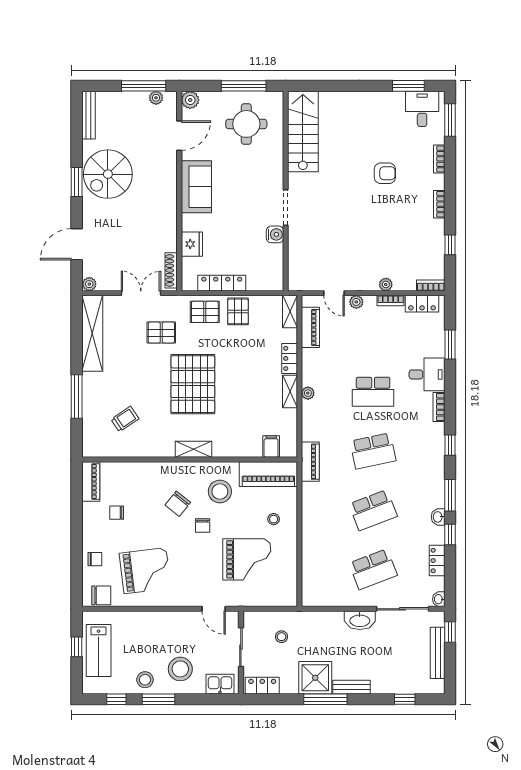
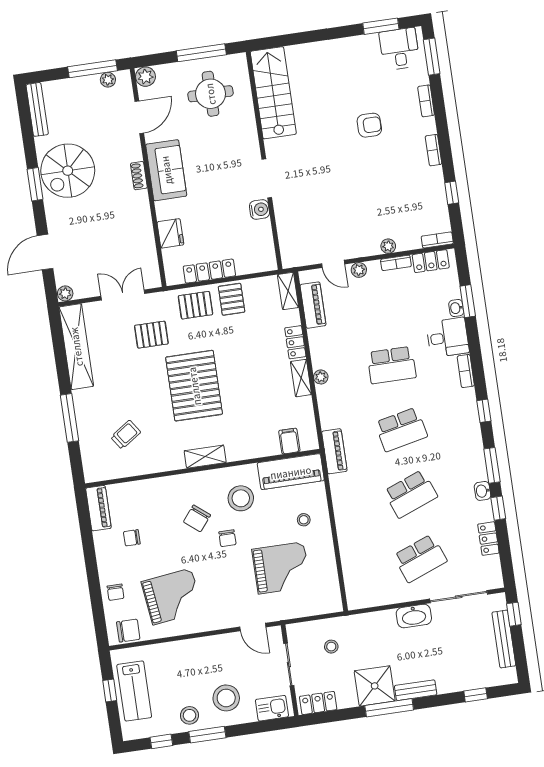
shoe rack: (171, 270) -> (139, 176), moved, width x0.70
chair: (95, 559) -> (116, 592), turned 90
washbasin: (439, 599) -> (456, 308), moved

